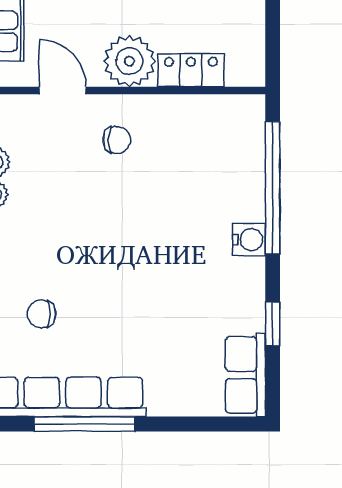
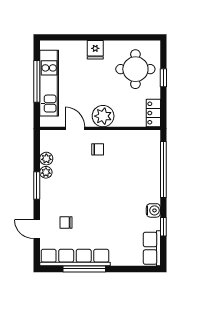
locker: (191, 70) -> (153, 113), moved, turned -90
water cooler: (249, 240) -> (153, 210), moved

